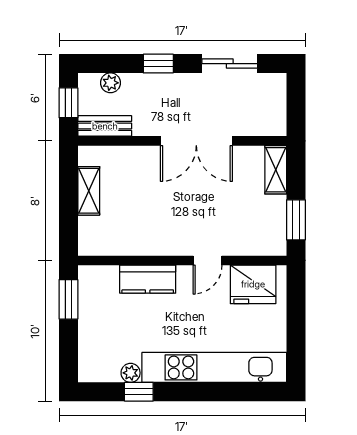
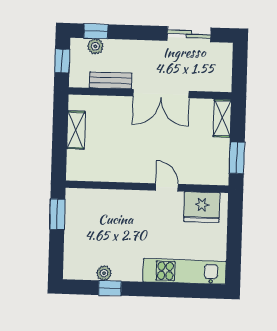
window: (158, 64) -> (96, 31), moved
bench: (105, 126) -> (111, 80), moved
door: (208, 260) -> (167, 187), swing flipped
kitchen counter: (148, 279) -> (120, 200), removed
kitchen unit: (214, 367) -> (184, 271), width x0.73

